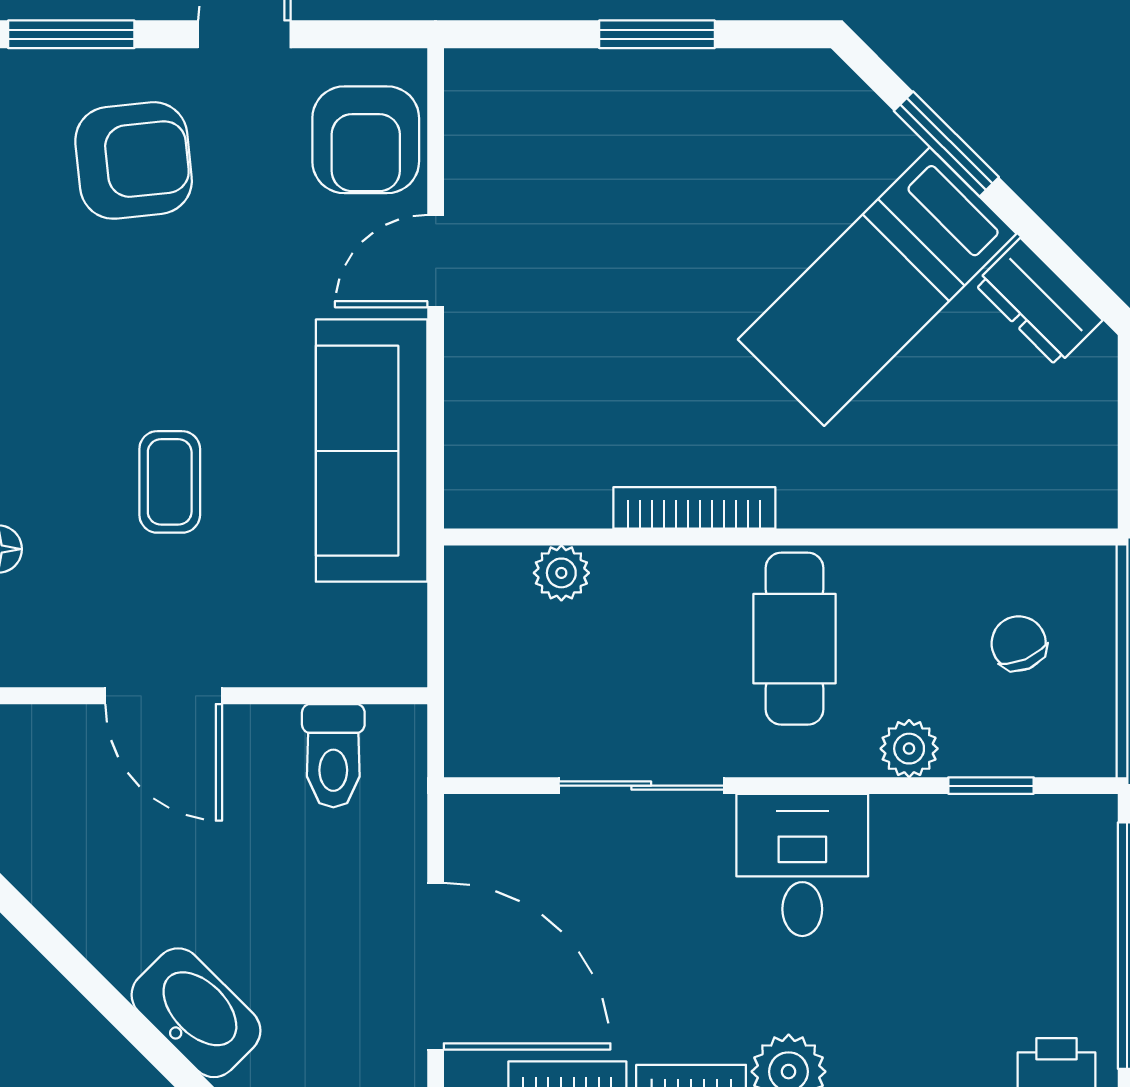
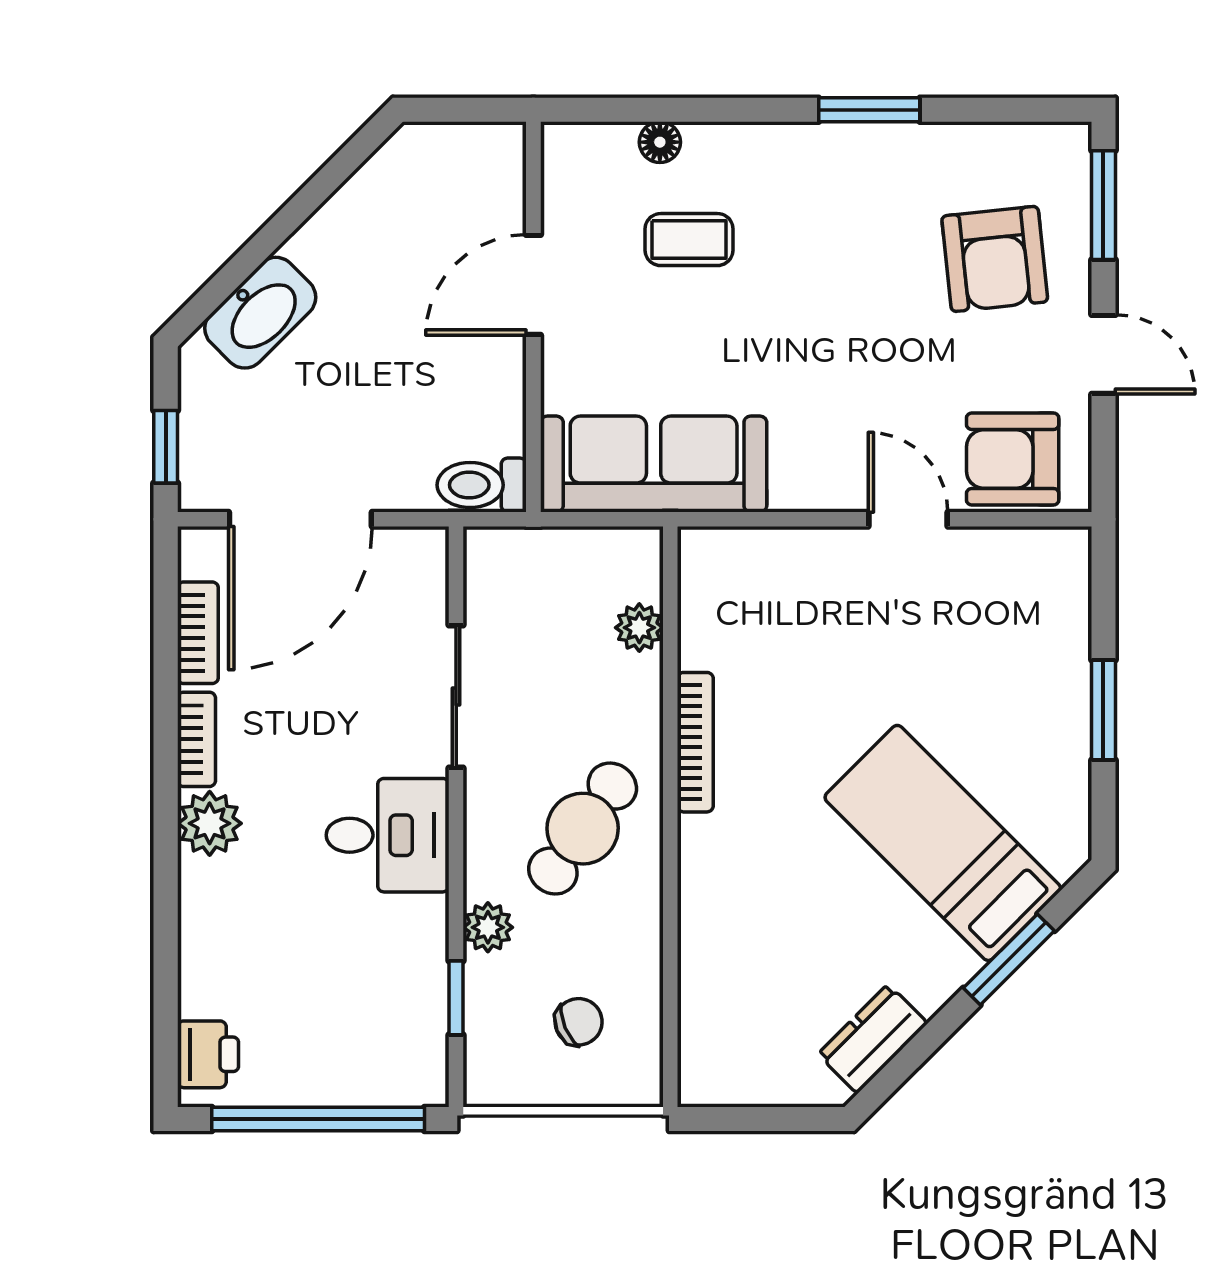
bed: (877, 287) -> (943, 843), moved
sofa: (372, 451) -> (654, 464), moved
coffee table: (170, 482) -> (689, 240), moved
cafe table: (795, 639) -> (583, 829), turned -55
toilet: (333, 756) -> (482, 485), moved

